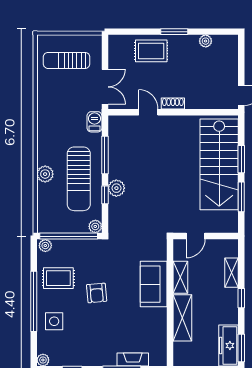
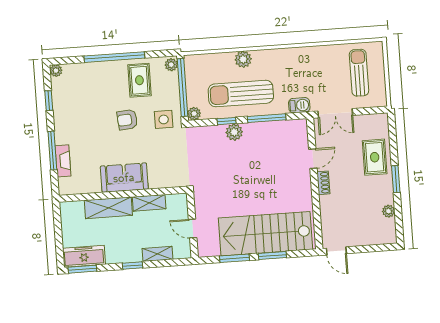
door: (196, 236) -> (193, 229), moved
sofa: (154, 284) -> (124, 178), moved
side table: (54, 321) -> (164, 119), moved

